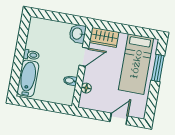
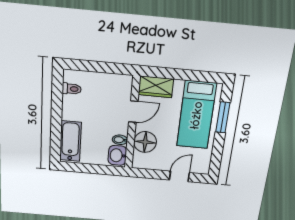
washbasin: (78, 34) -> (117, 155), moved
toilet: (31, 55) -> (72, 89), moved
floor lamp: (86, 88) -> (145, 142), width x1.89, depth x1.89

